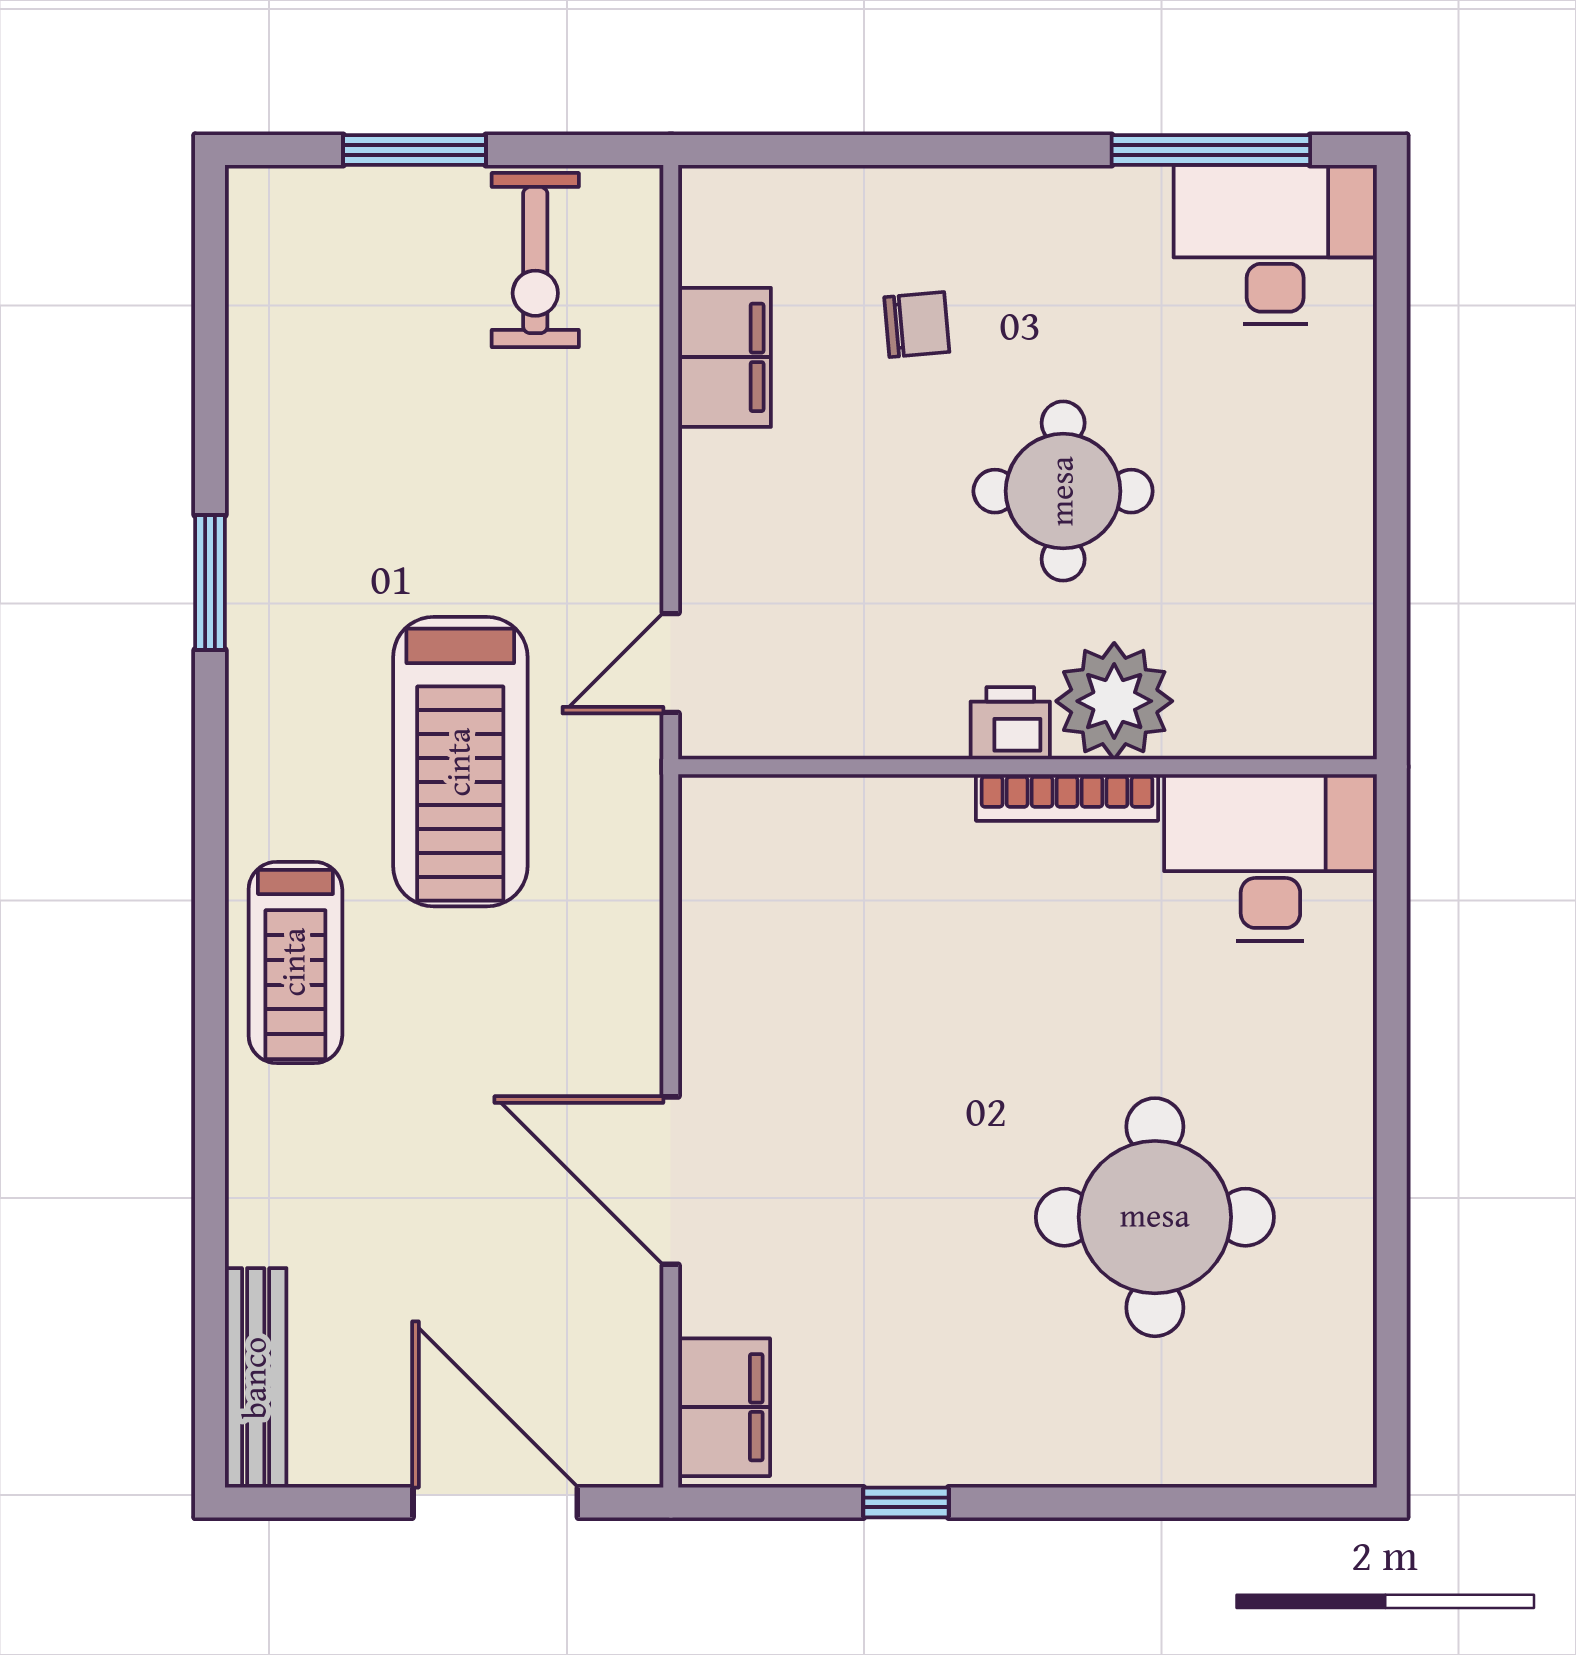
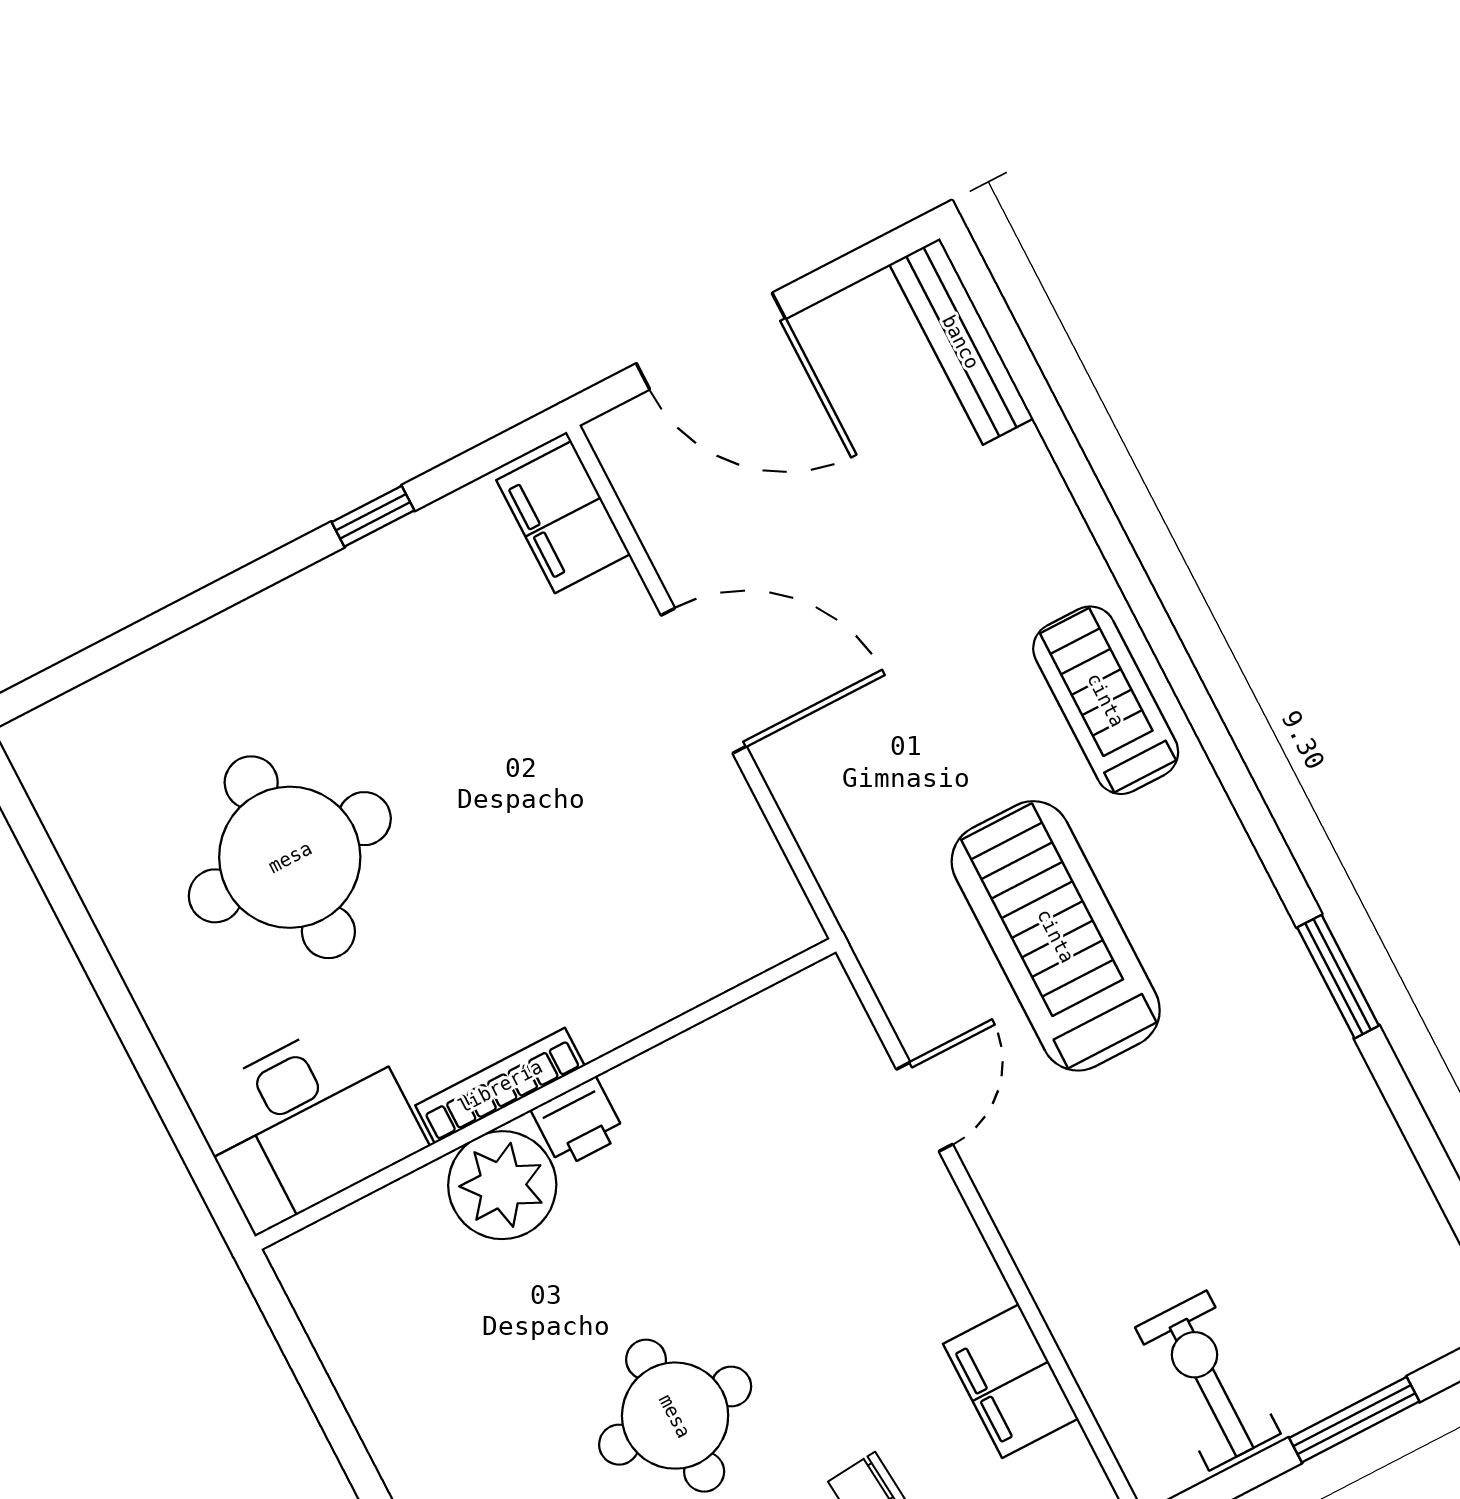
plant: (1114, 701) -> (502, 1185), moved
printer: (1010, 723) -> (578, 1123), moved
wall: (1028, 767) -> (546, 1094), moved
bookcase: (1067, 797) -> (500, 1086), moved
desk: (1270, 858) -> (307, 1123), moved

